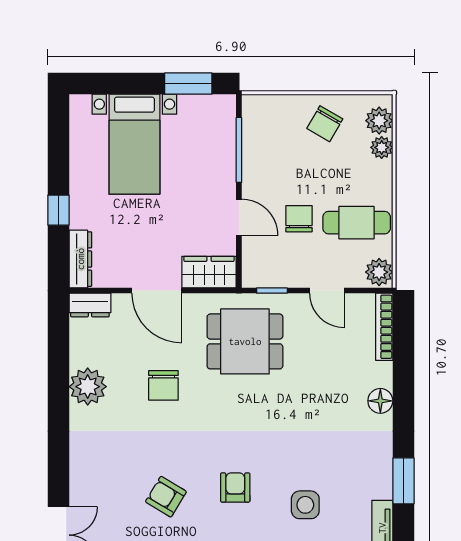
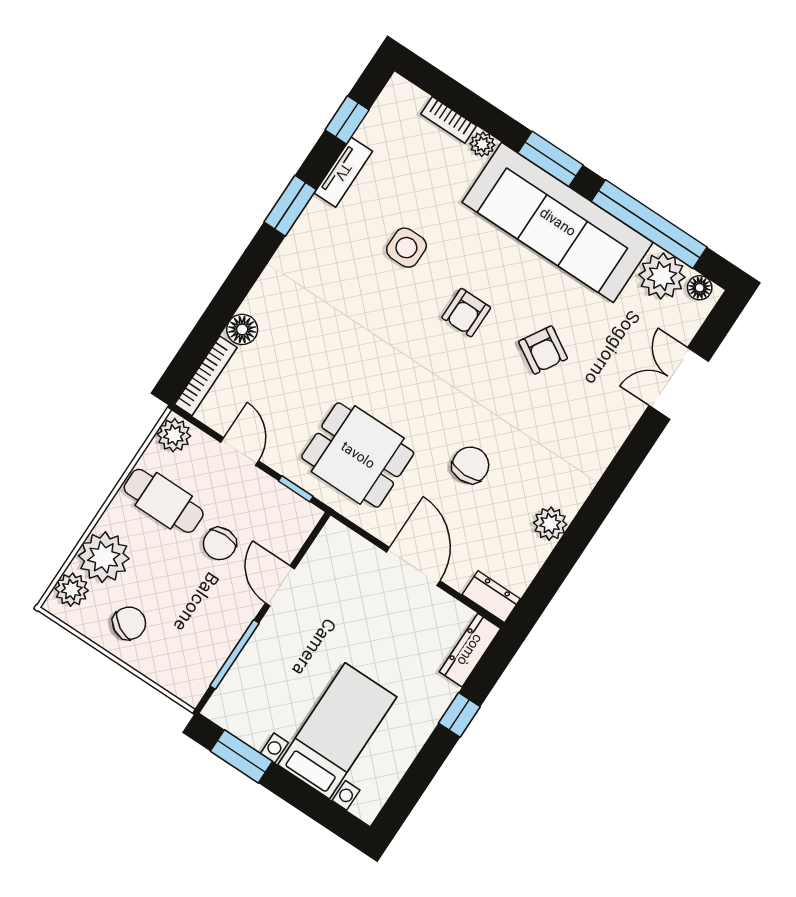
plant: (382, 147) -> (104, 557), width x1.88, depth x1.88
wardrobe: (209, 272) -> (348, 550), removed
plant: (88, 387) -> (550, 524), width x0.73, depth x0.73
floor lamp: (380, 401) -> (242, 329), moved

